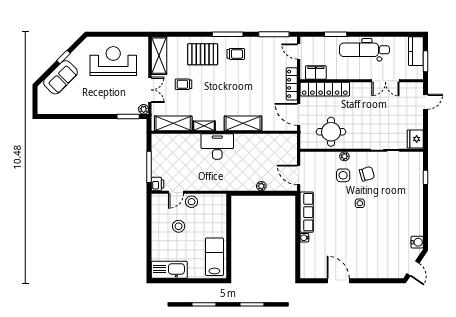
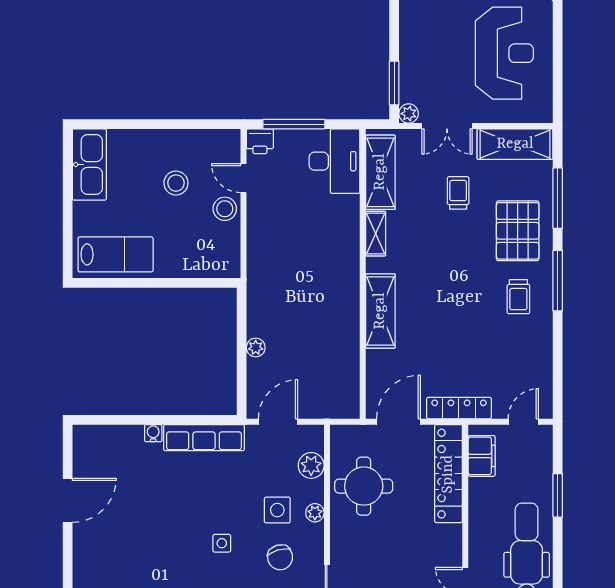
window: (274, 34) -> (558, 198), moved
desk: (217, 146) -> (334, 161), moved
plant: (321, 158) -> (311, 465), added

